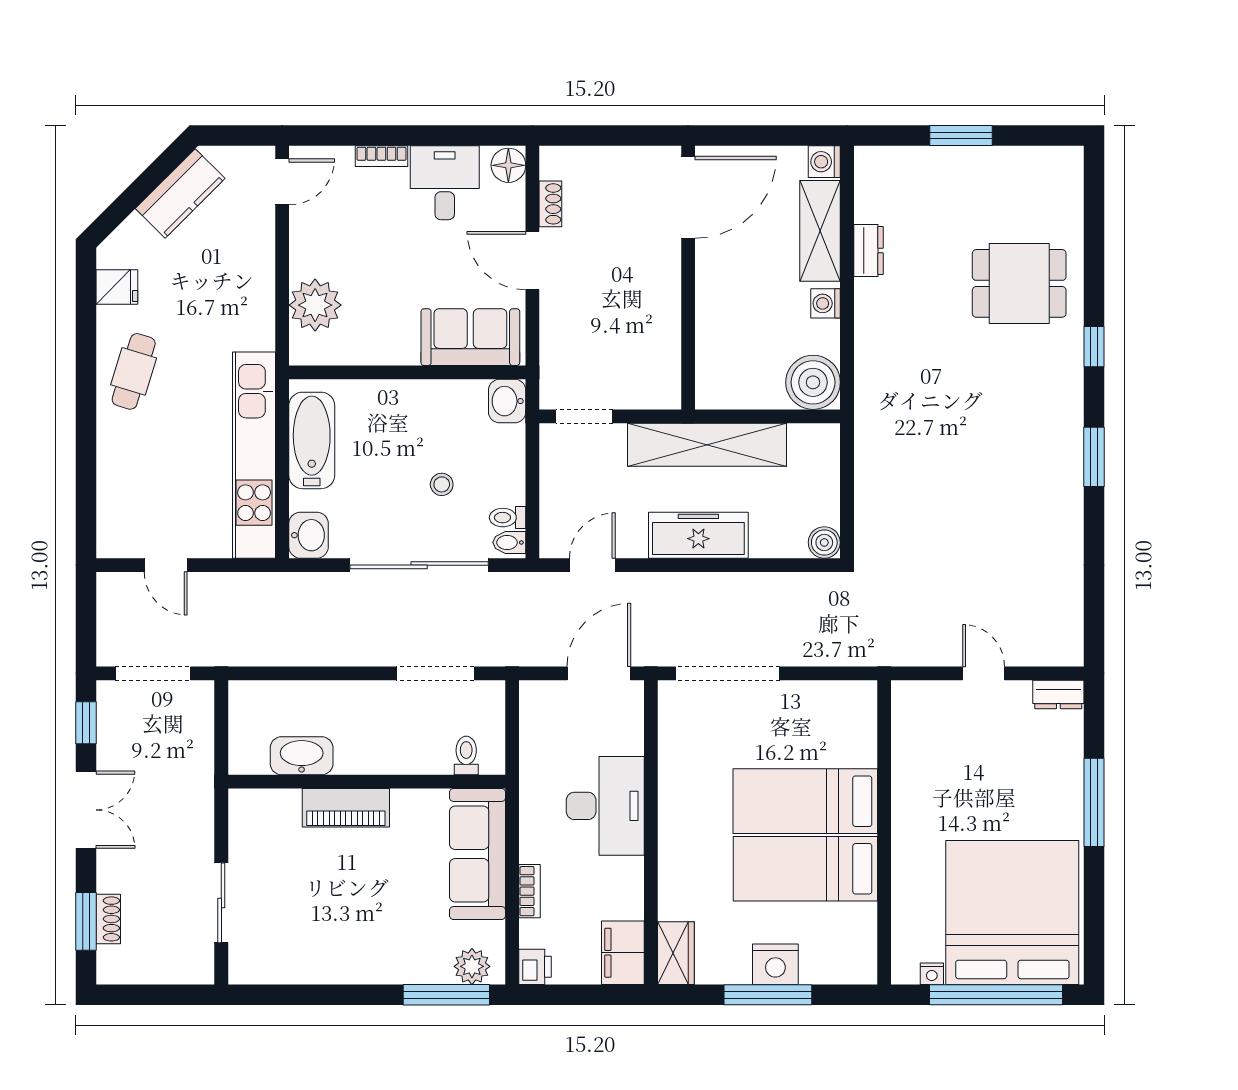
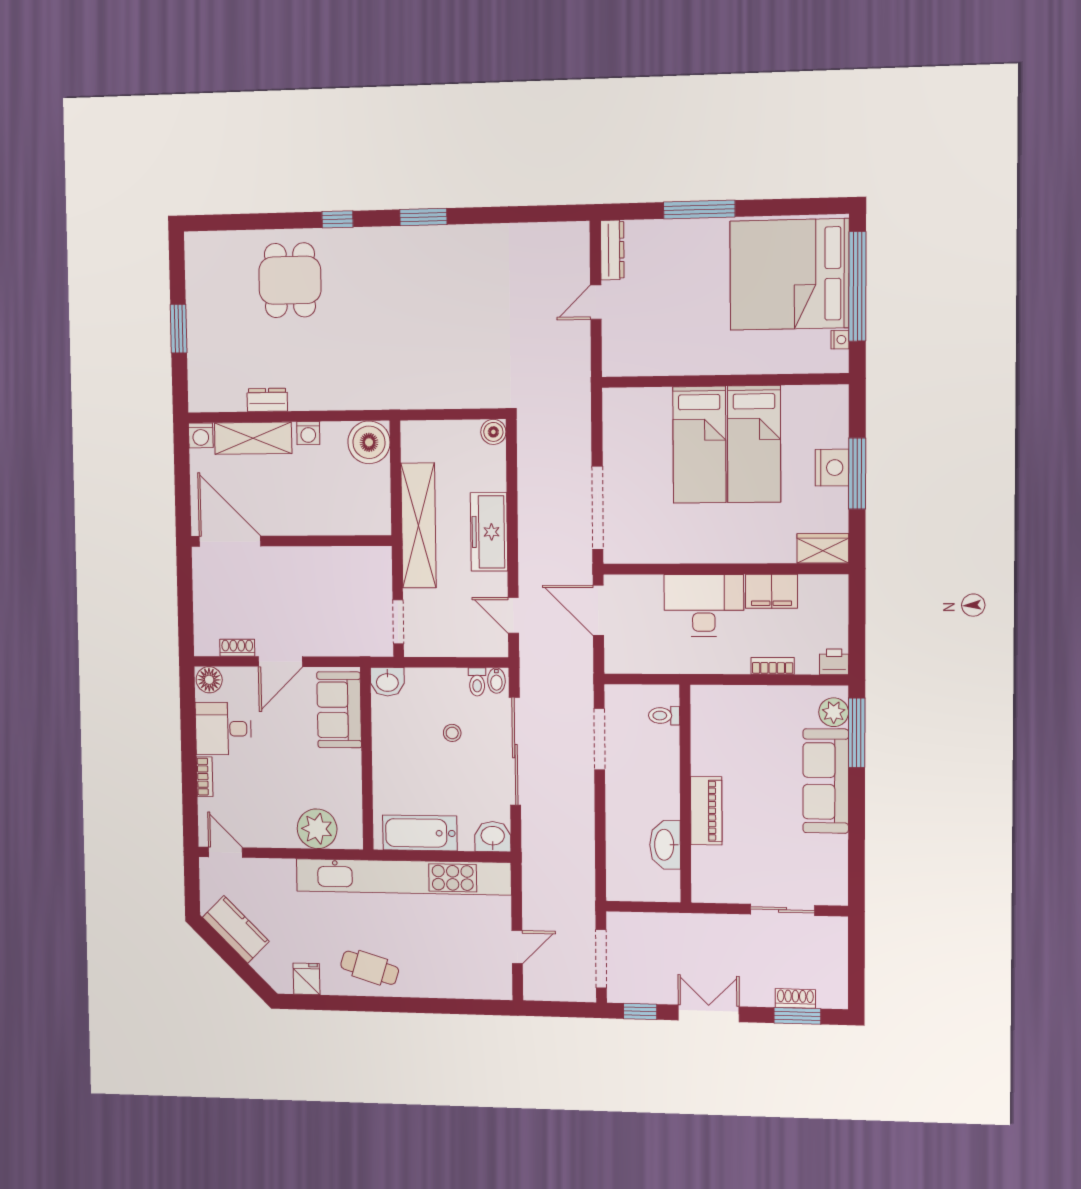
kitchen unit: (254, 455) -> (403, 877), width x1.36
dresser: (1058, 694) -> (612, 250), width x1.44
sofa: (477, 854) -> (826, 781), moved, turned 90
filing cabinet: (623, 953) -> (771, 591), moved

